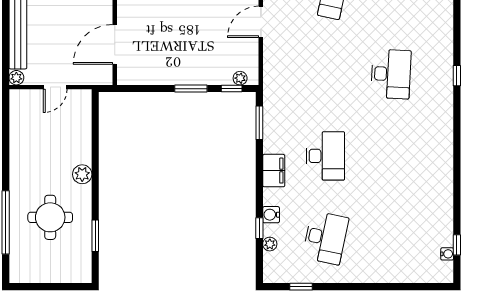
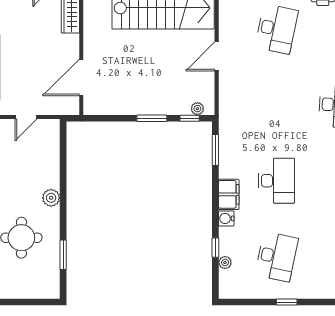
water cooler: (271, 215) -> (226, 218), moved
window: (301, 287) -> (287, 302), moved

